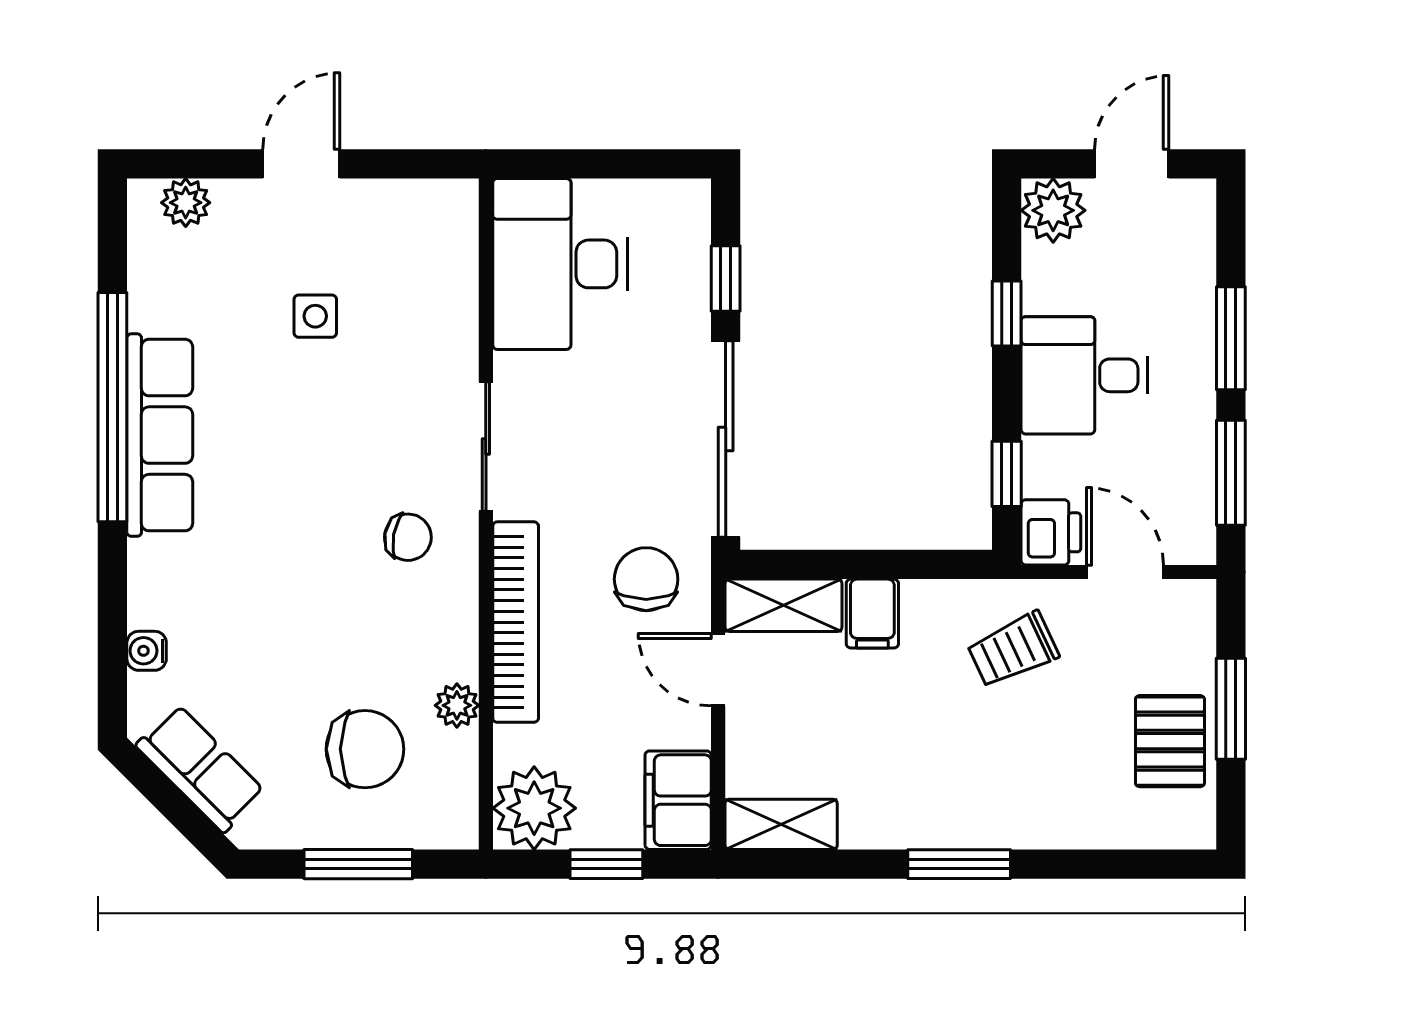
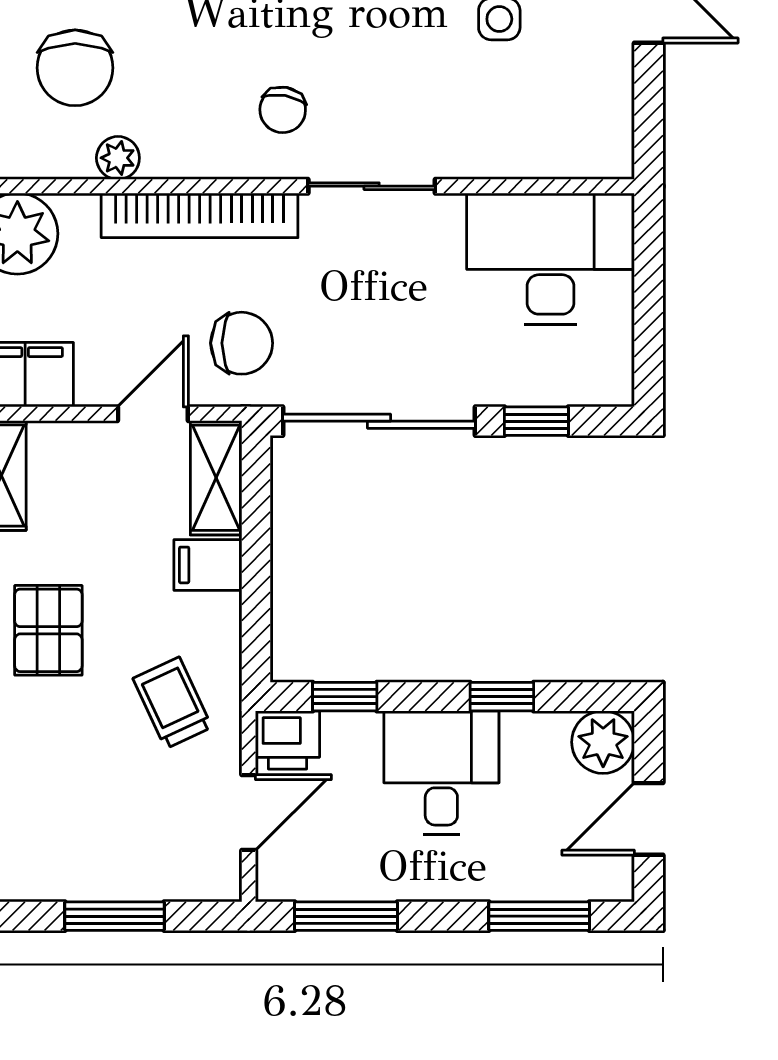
door: (1132, 164) -> (649, 819), swing flipped
window: (1231, 338) -> (539, 916), moved
pallet: (1170, 741) -> (48, 630), moved, turned 90

